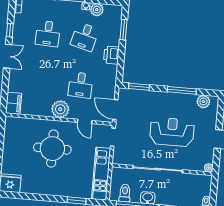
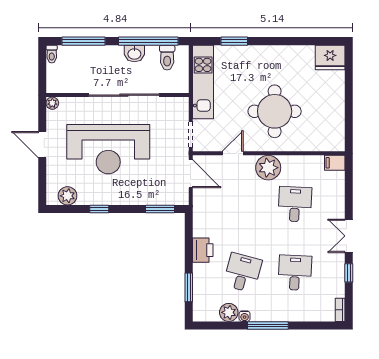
desk: (81, 85) -> (295, 204), moved
window: (182, 90) -> (99, 209), width x0.46
filing cabinet: (14, 103) -> (335, 163), width x0.50
door: (85, 121) -> (233, 153), hinge flipped
reception desk: (172, 132) -> (108, 149), width x1.36, depth x1.30

